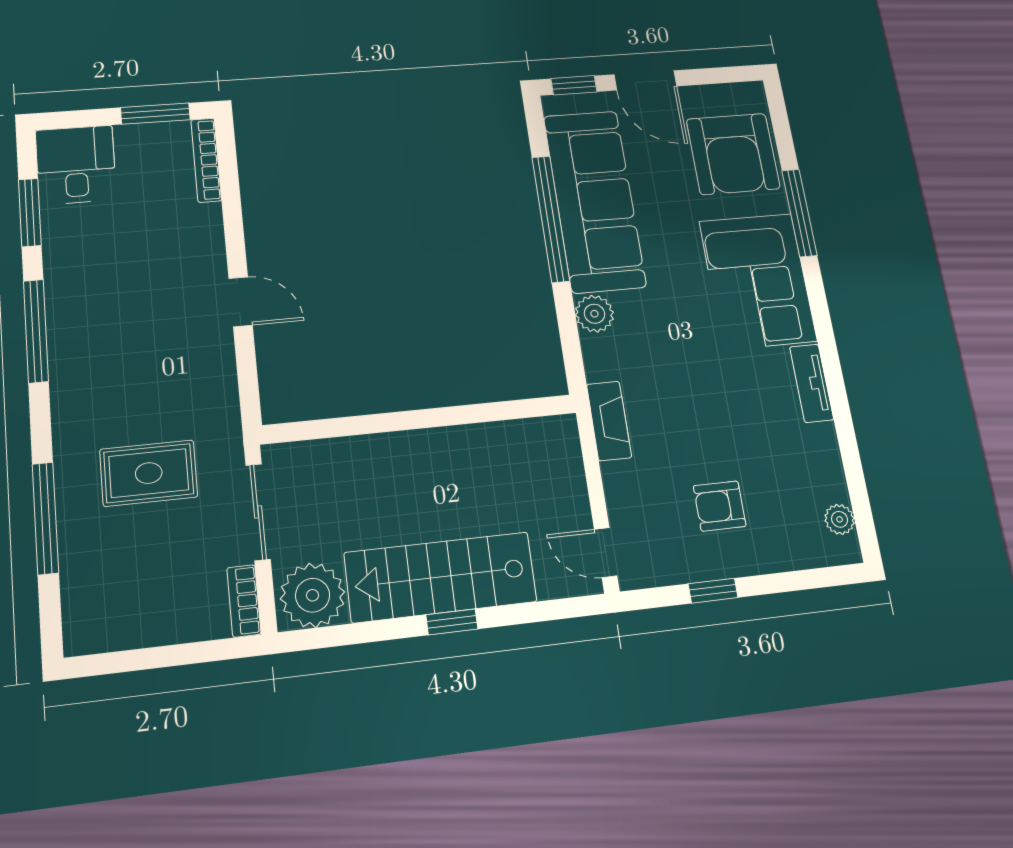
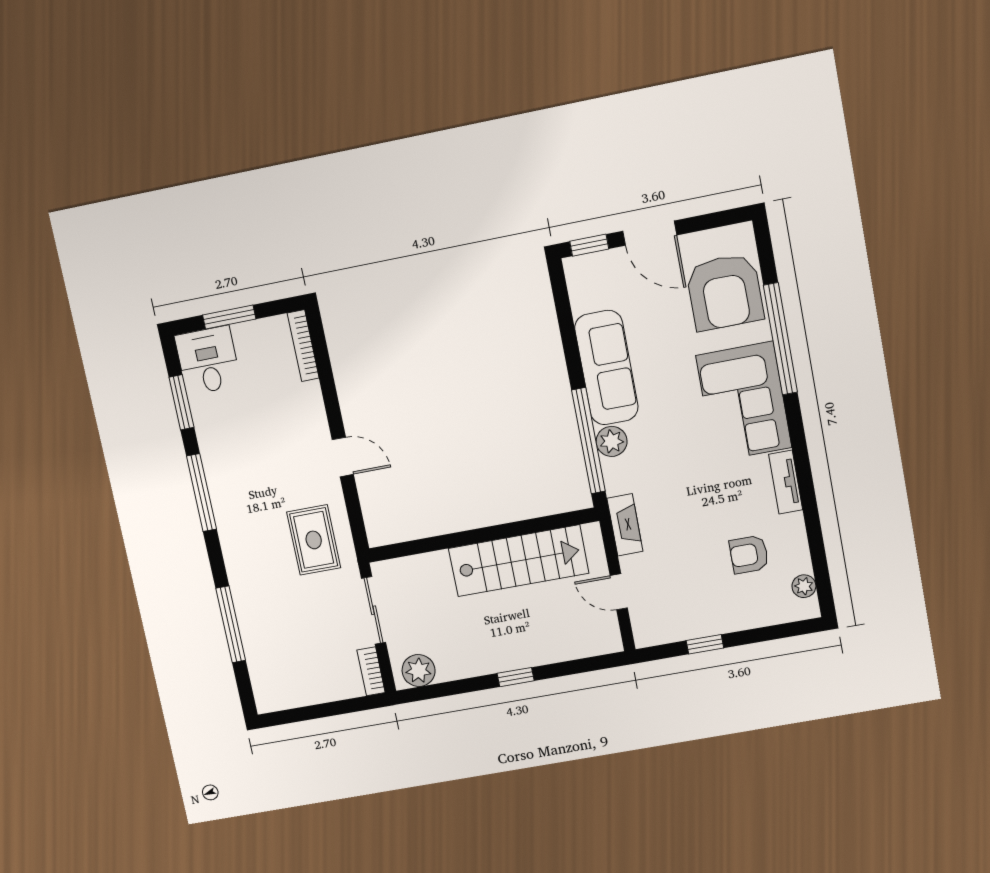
window: (155, 114) -> (229, 317), moved
sofa: (594, 201) -> (606, 368), width x0.74, depth x0.79
window: (799, 213) -> (780, 339), width x1.46
window: (551, 219) -> (588, 441), moved
rug: (149, 473) -> (314, 540), moved, turned 90
armchair: (720, 506) -> (749, 554), moved
door: (606, 553) -> (619, 592), moved
stairs: (441, 577) -> (519, 561), moved, turned 180
plant: (313, 595) -> (419, 670), width x0.73, depth x0.73

